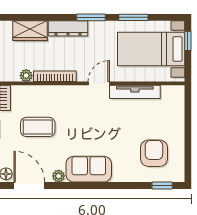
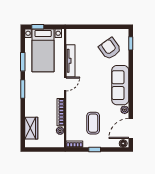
dresser: (68, 28) -> (30, 104), removed
door: (99, 83) -> (65, 84), swing flipped
armchair: (154, 153) -> (110, 49), turned 54
sofa: (89, 169) -> (120, 85), width x1.36

